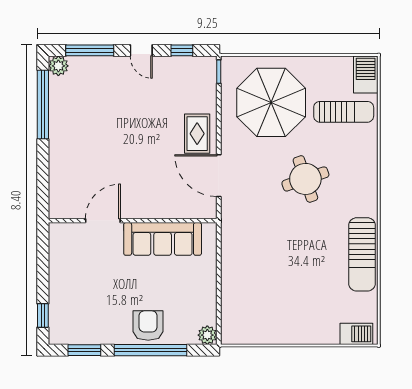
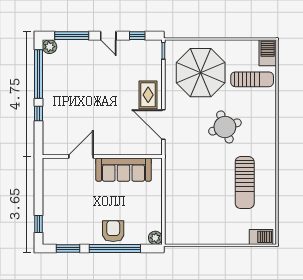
window: (43, 160) -> (39, 114), added
sun lounger: (362, 254) -> (245, 183), moved

